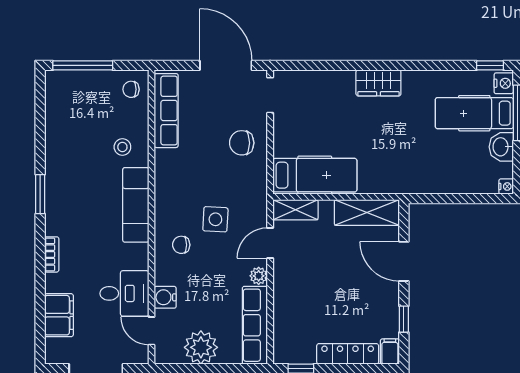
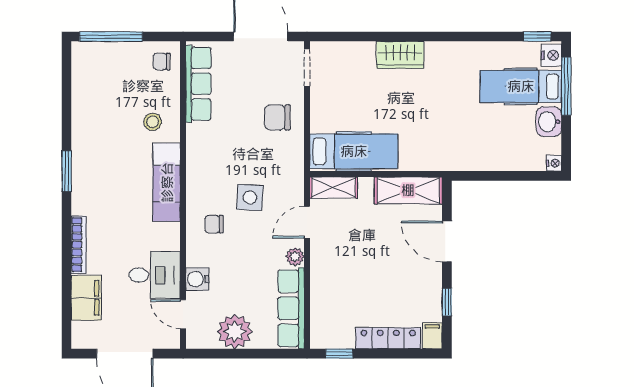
wardrobe: (378, 83) -> (400, 55), moved
bookcase: (52, 254) -> (79, 245), width x1.56

